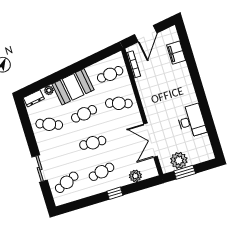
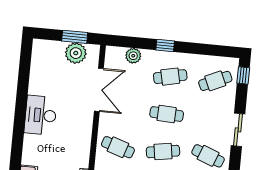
desk: (191, 121) -> (41, 115), moved
sliding door: (40, 169) -> (238, 130), moved
window: (48, 195) -> (243, 75), added

